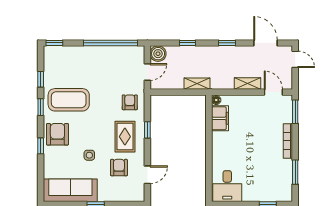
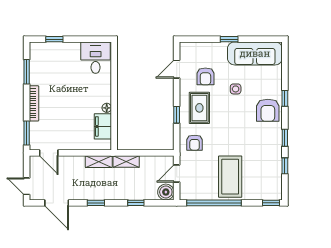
shelving: (247, 84) -> (99, 162), moved
coffee table: (69, 100) -> (230, 177), moved, turned 90
floor lamp: (216, 100) -> (107, 108), moved

